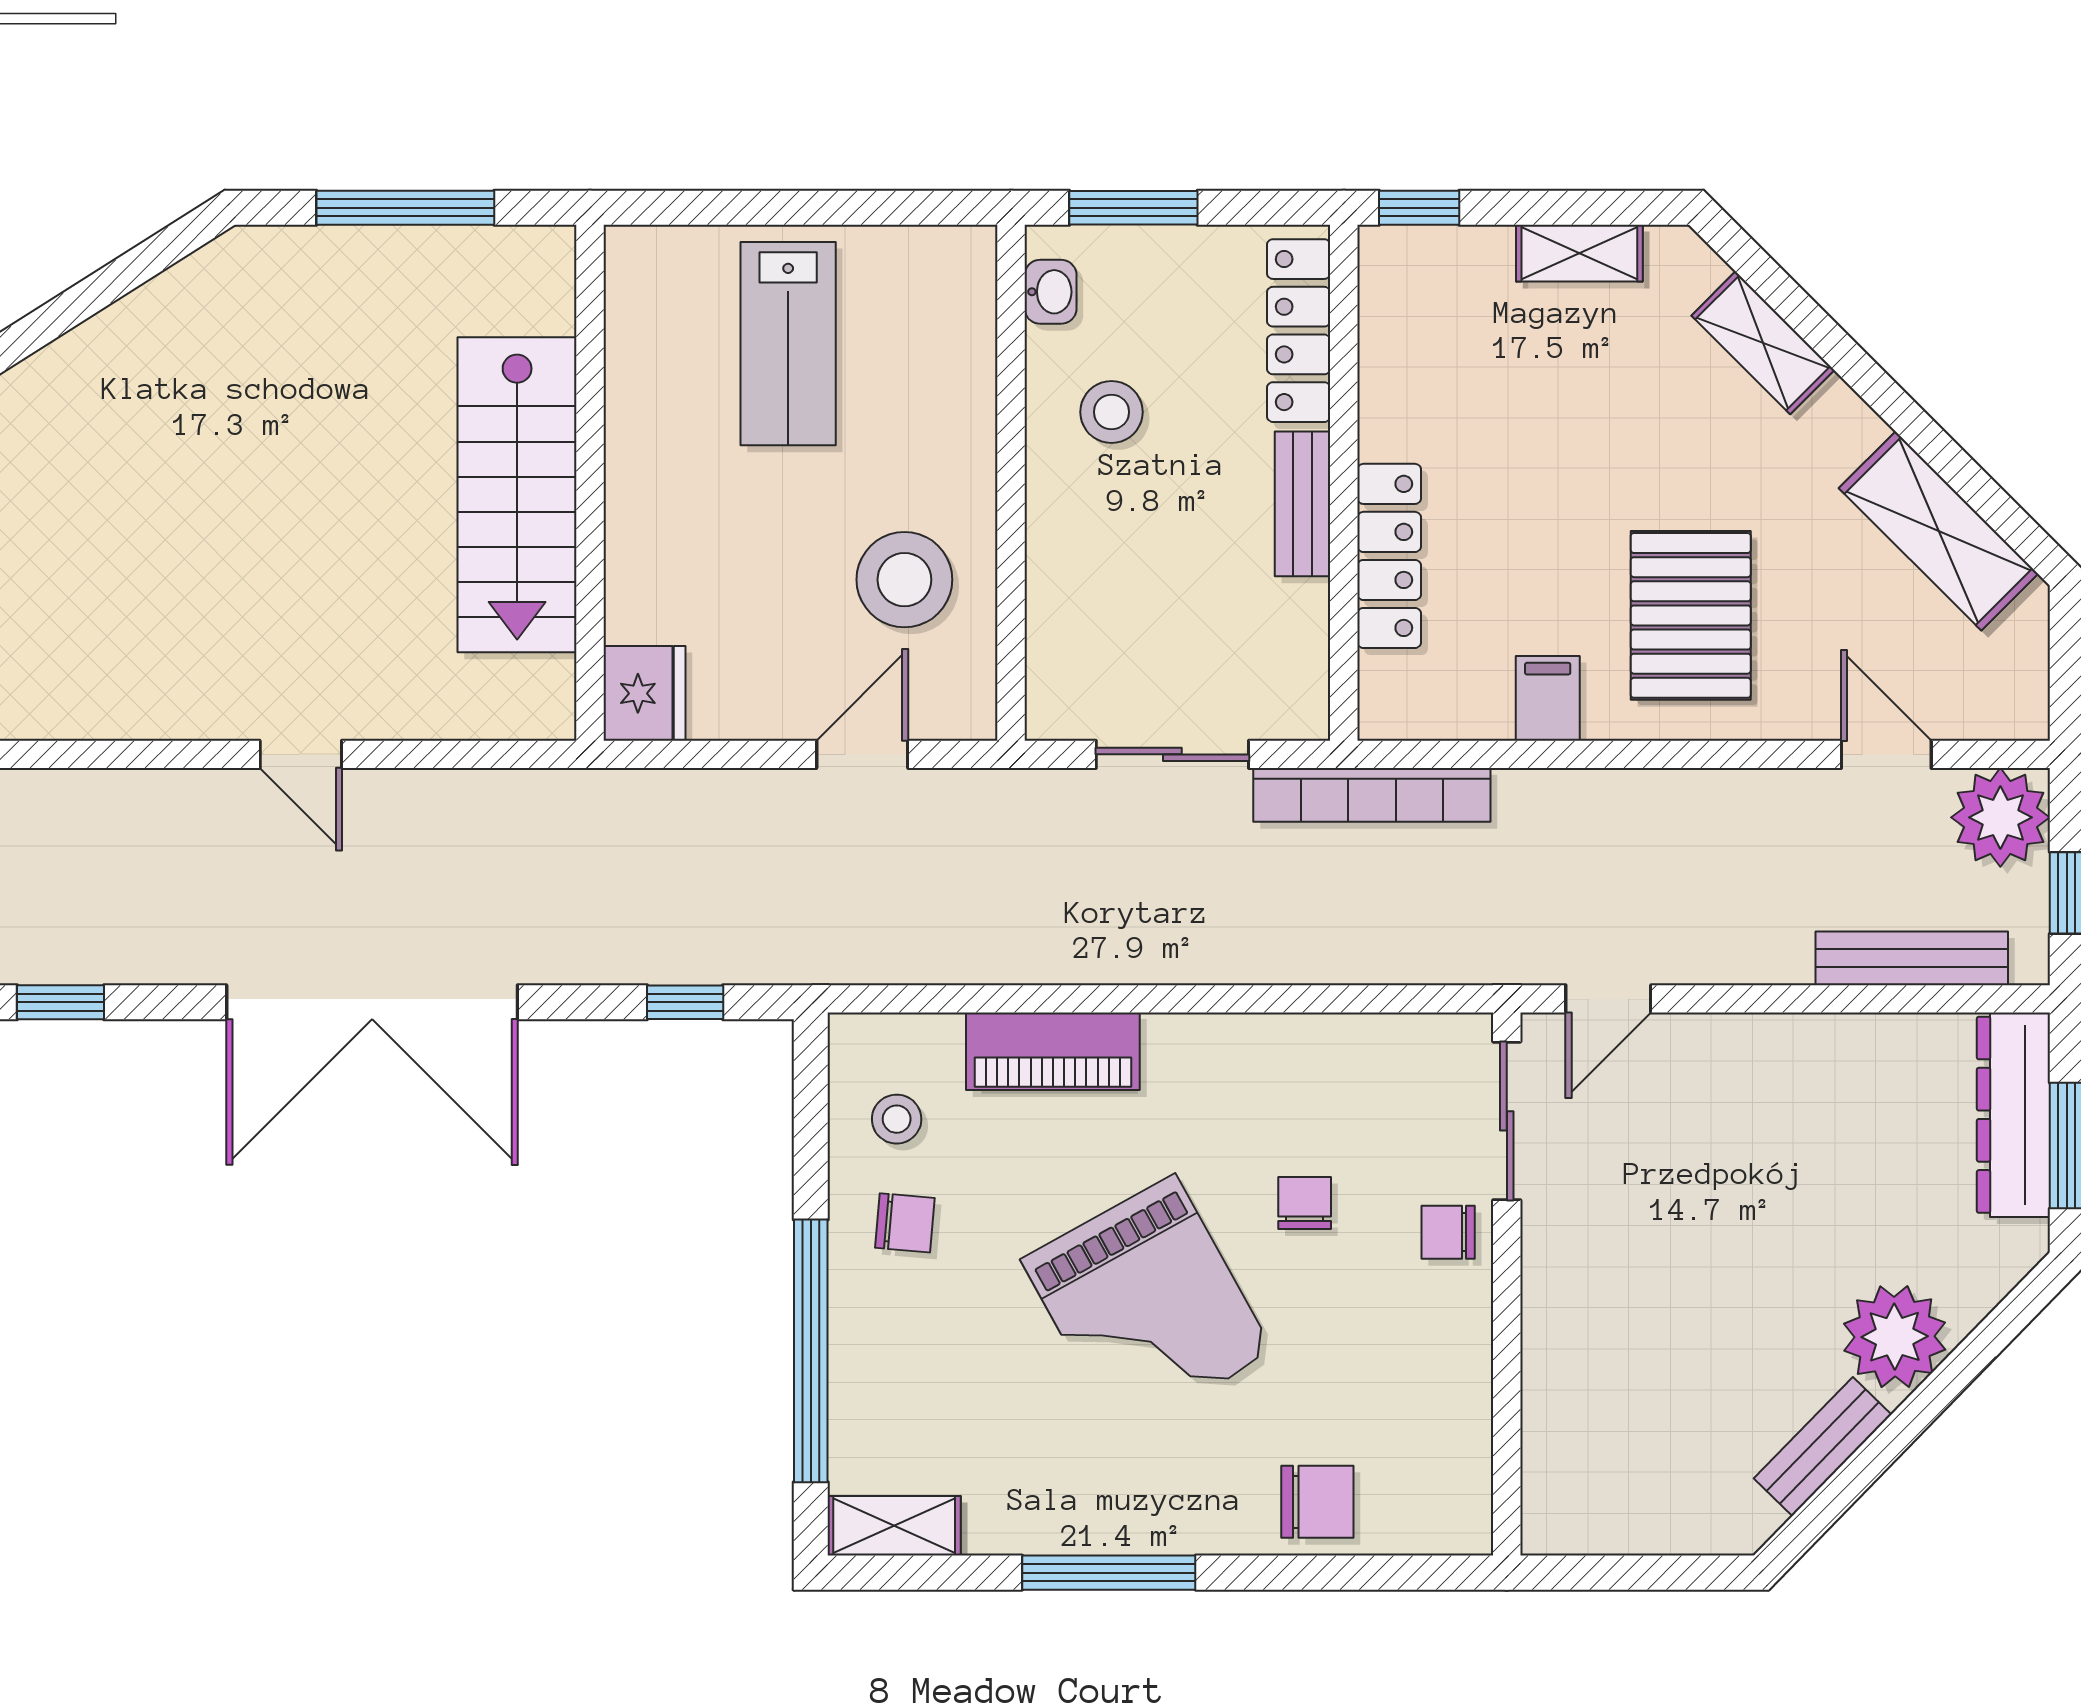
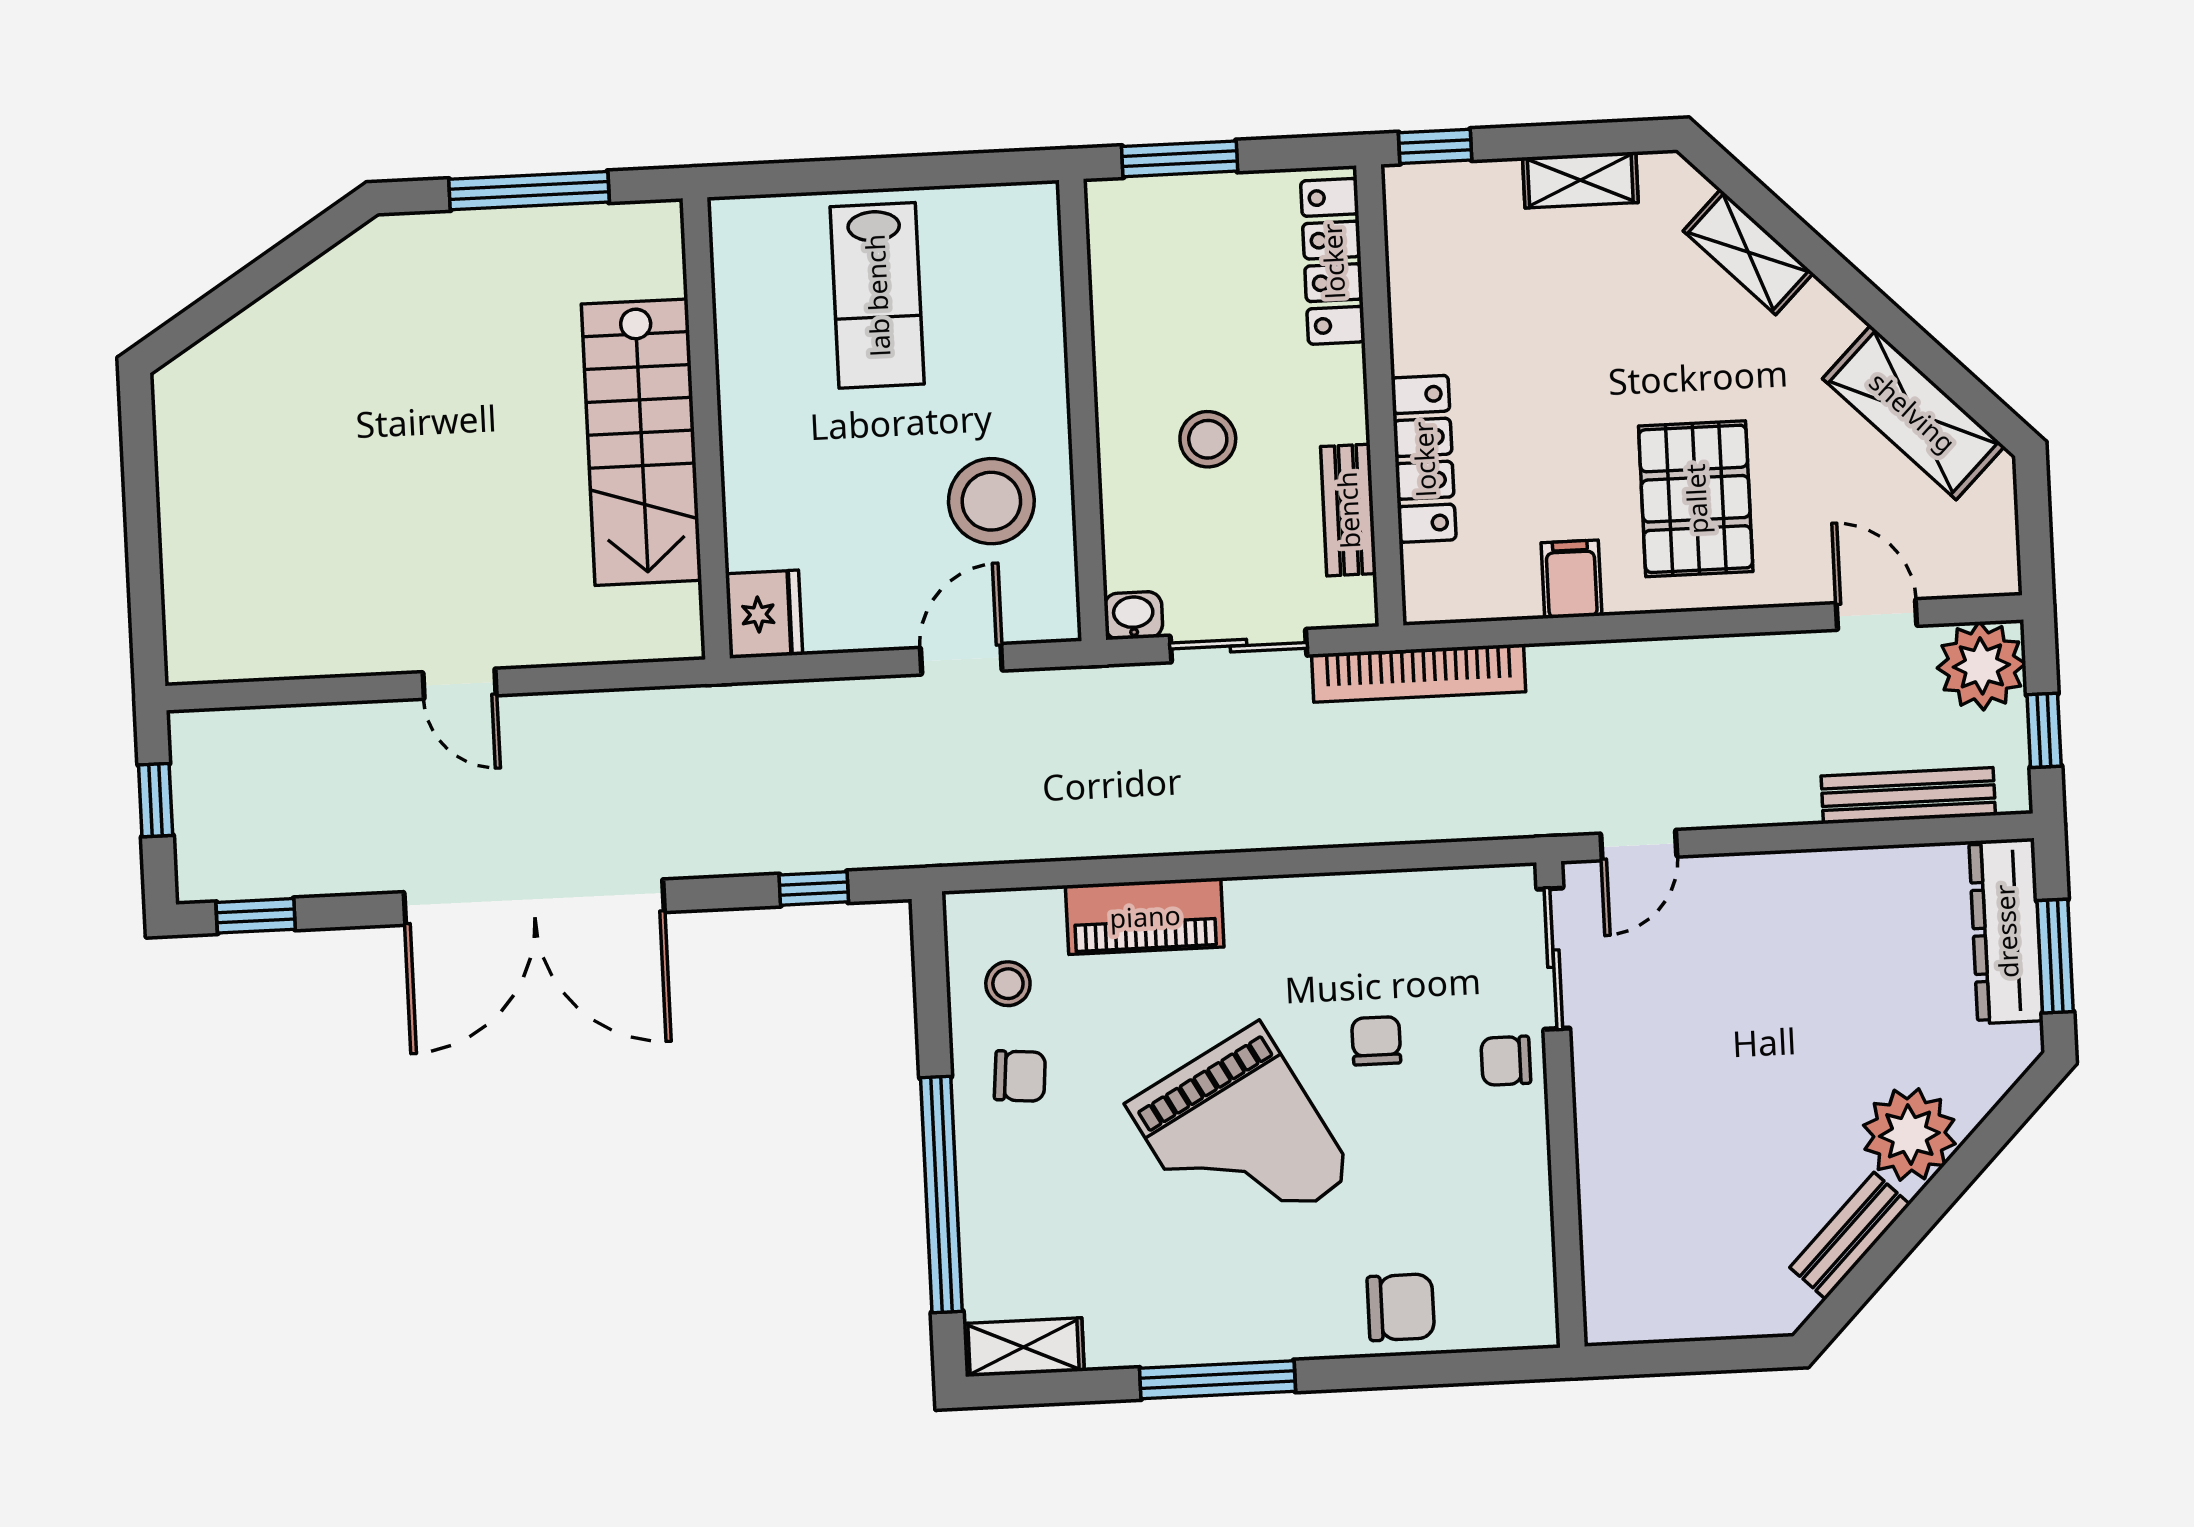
washbasin: (1051, 292) -> (1133, 615), moved, turned -90
stool: (1111, 412) -> (1208, 439), moved
bench: (1303, 504) -> (1348, 510), moved

